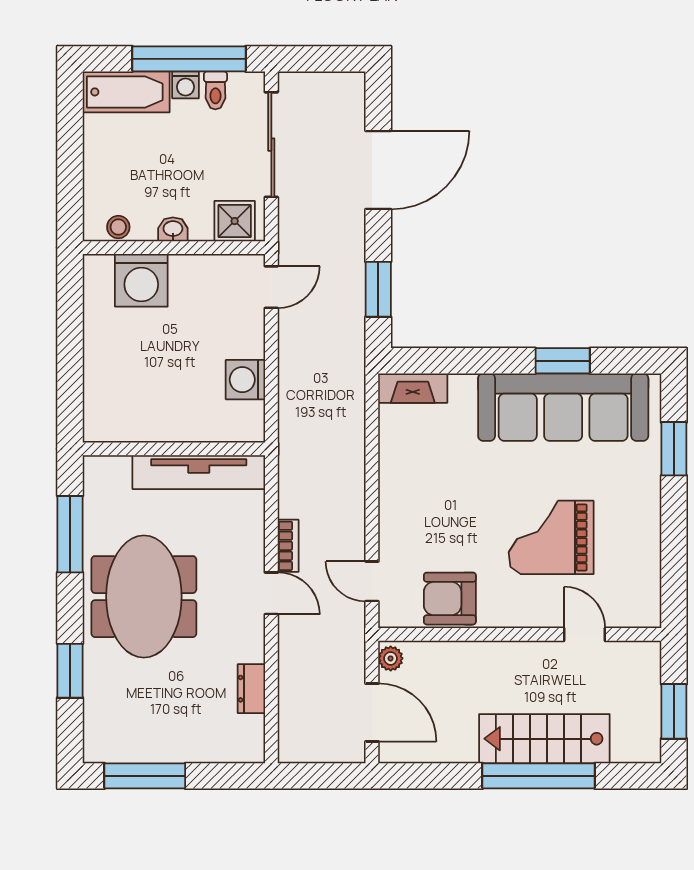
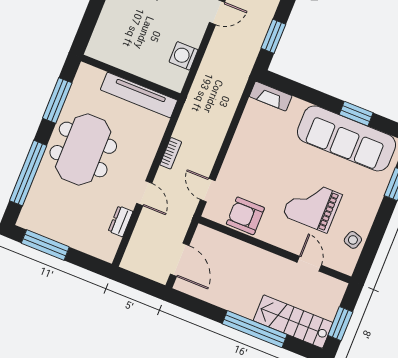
side table: (640, 567) -> (353, 240), added
door: (271, 593) -> (144, 193), moved
plant: (391, 658) -> (201, 235), removed
window: (70, 671) -> (28, 173), width x2.11
stairs: (544, 739) -> (293, 322), moved

